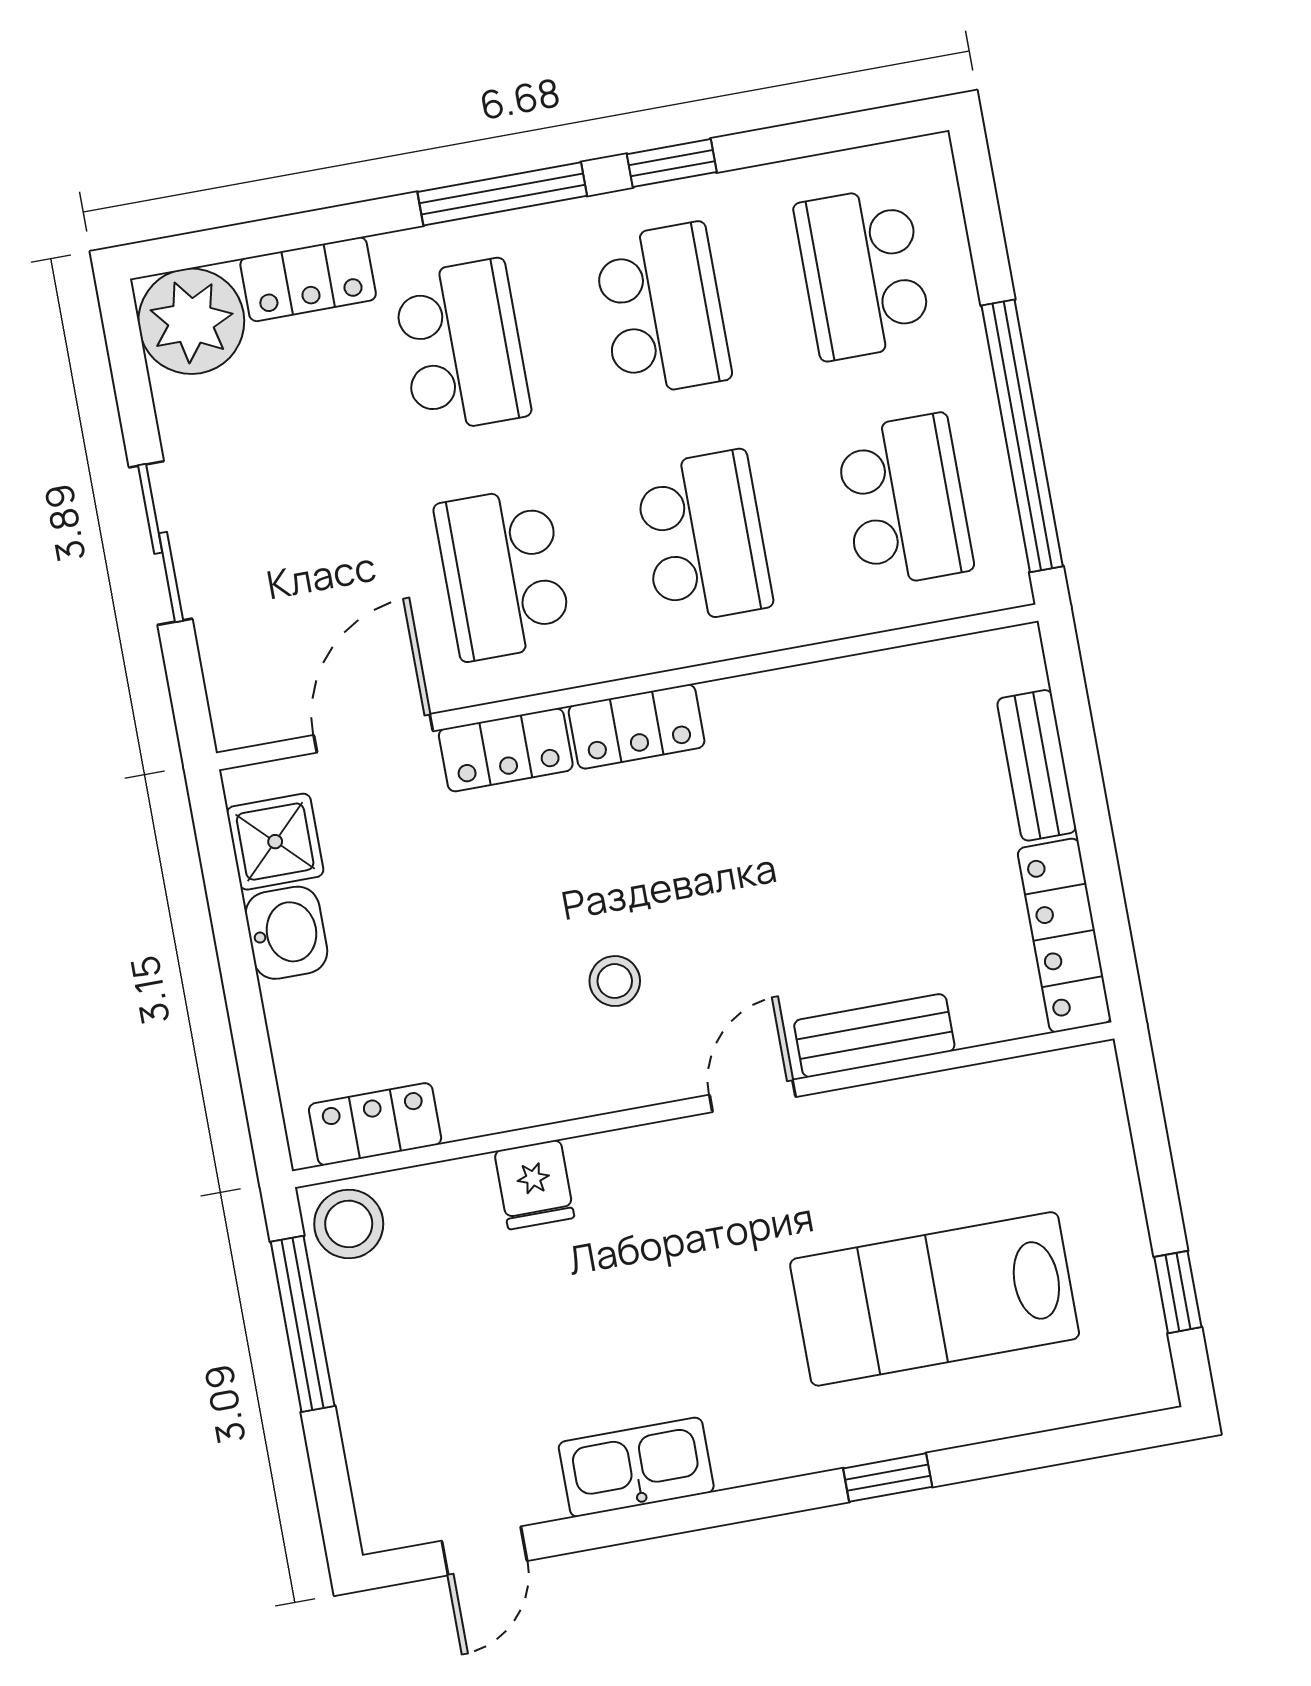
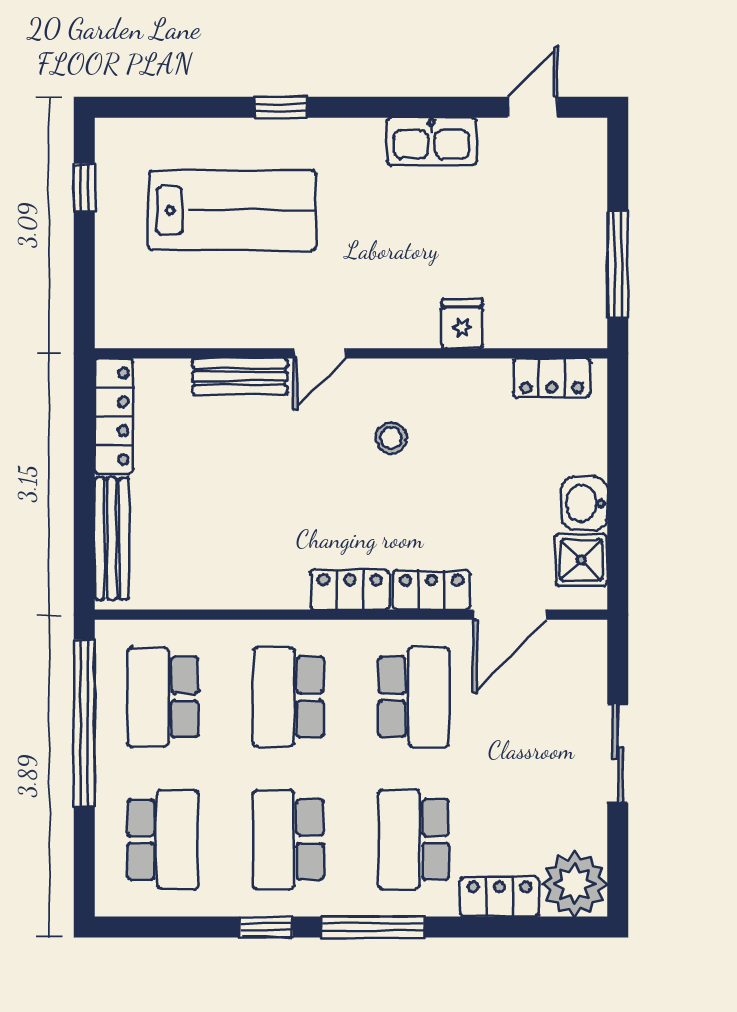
bench: (1037, 765) -> (112, 539), width x1.36
stool: (349, 1224) -> (579, 320), removed

